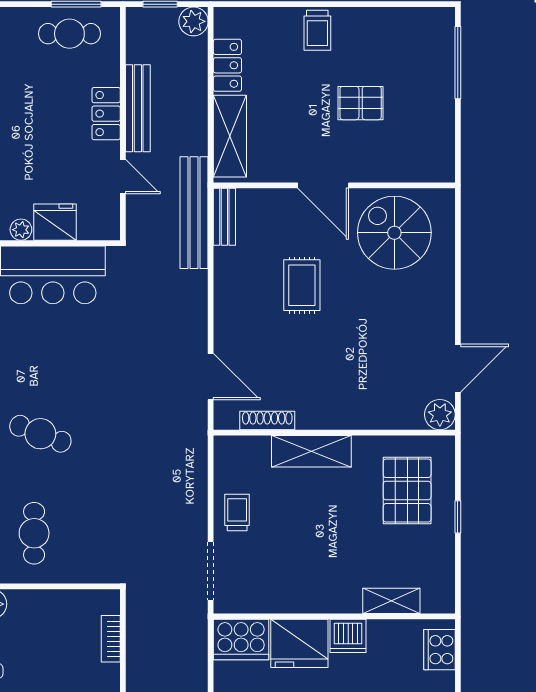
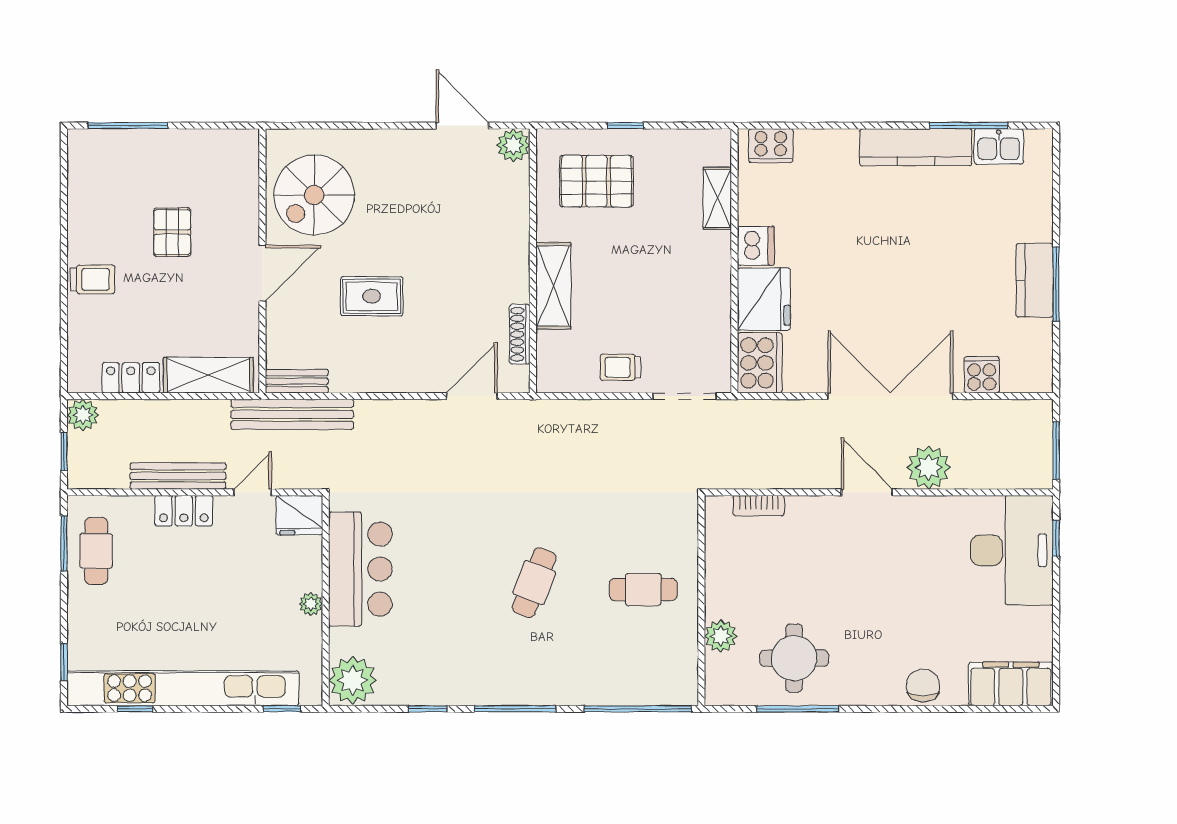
fridge: (55, 222) -> (299, 515), moved, turned -90

